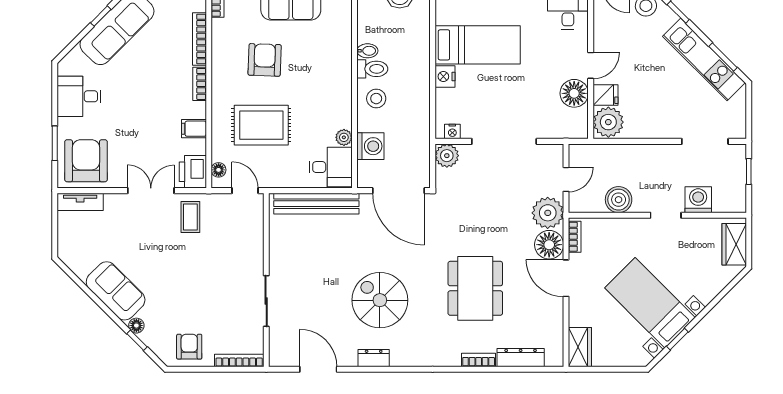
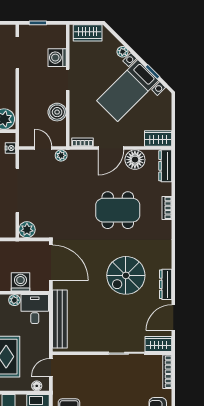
nightstand: (452, 132) -> (10, 148), moved
door: (399, 191) -> (51, 263), hinge flipped
plant: (548, 213) -> (61, 155), width x0.53, depth x0.53
floor lamp: (549, 245) -> (135, 160), moved
plant: (707, 295) -> (123, 52), added
wardrobe: (280, 348) -> (158, 344), added
dresser: (374, 358) -> (166, 284), width x1.44
dresser: (521, 358) -> (165, 166), moved

